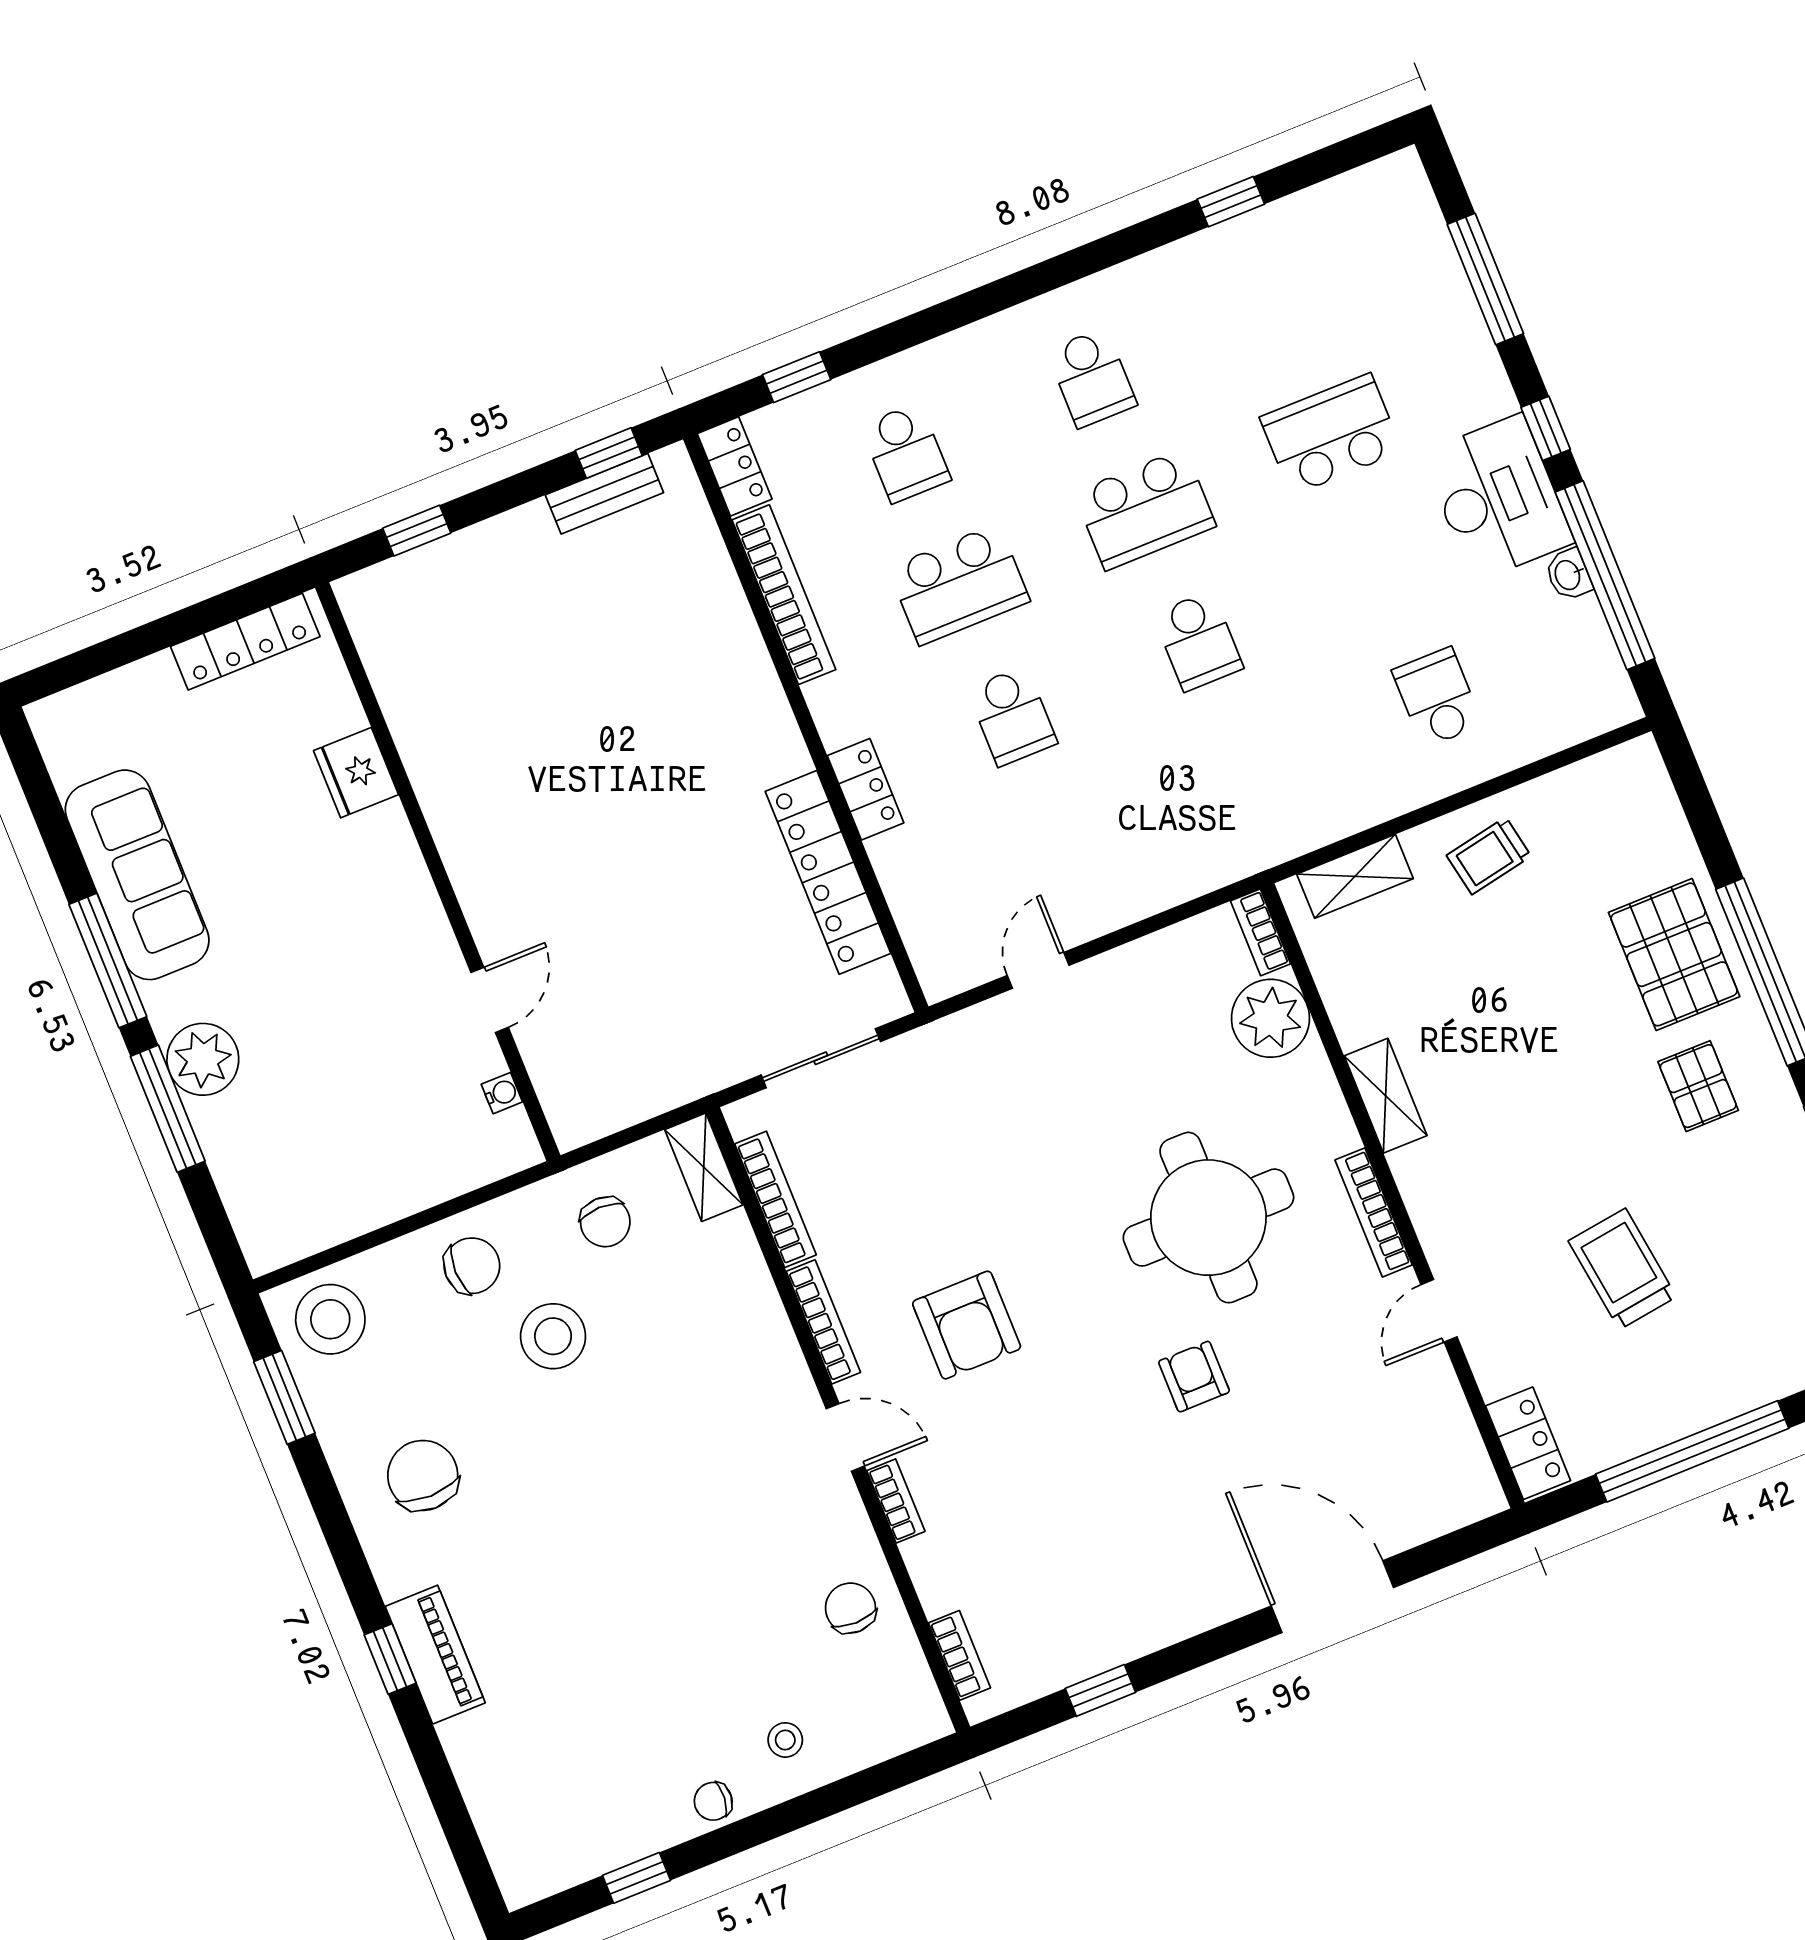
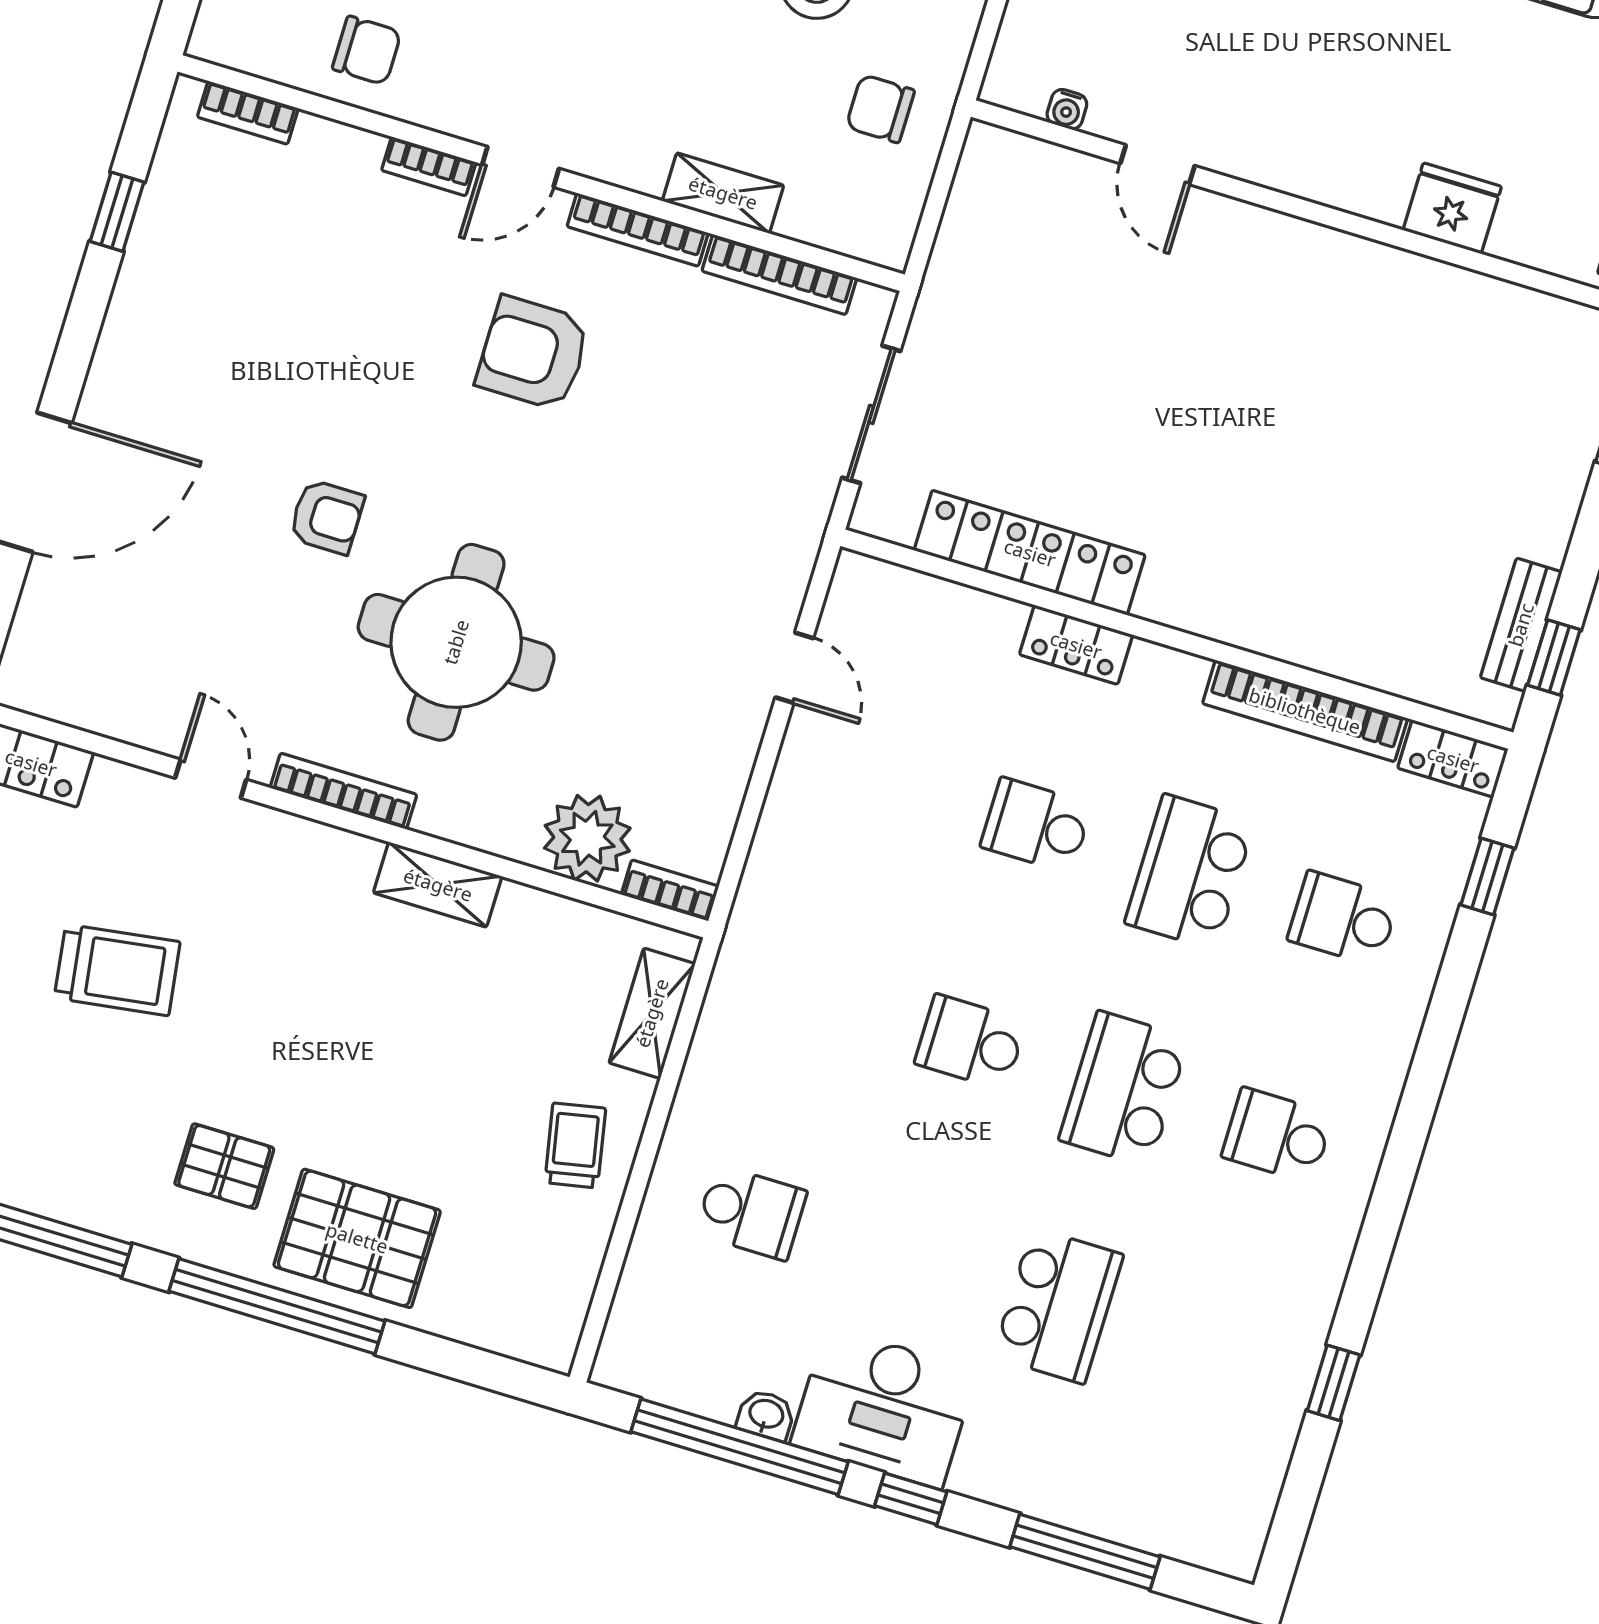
shelving: (704, 1167) -> (723, 193), moved

